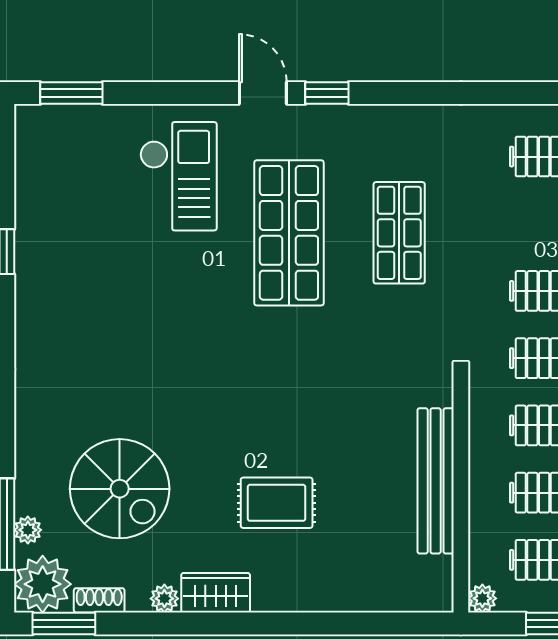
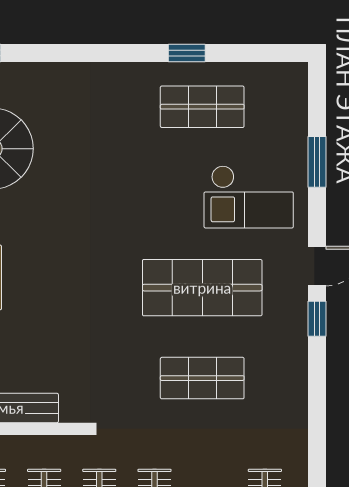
window: (71, 93) -> (317, 162), moved
shop shelf: (69, 233) -> (202, 107), added

